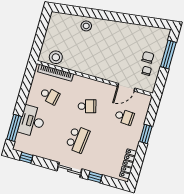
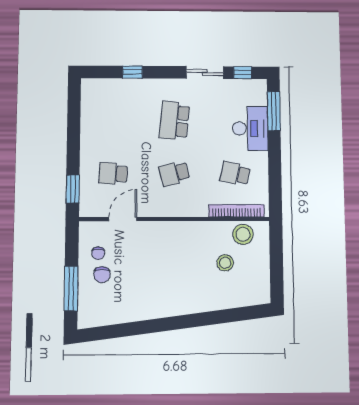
stool: (86, 26) -> (225, 263), moved
window: (146, 134) -> (73, 189), moved
locker: (128, 164) -> (88, 105), removed
sliding door: (69, 170) -> (205, 73), moved

